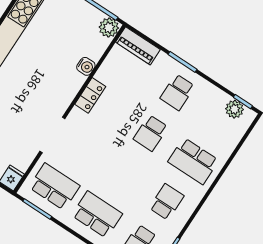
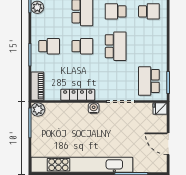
water cooler: (86, 66) -> (94, 108), moved
locker: (90, 95) -> (78, 95), width x1.53
school desk: (97, 215) -> (116, 46), moved, turned 180

